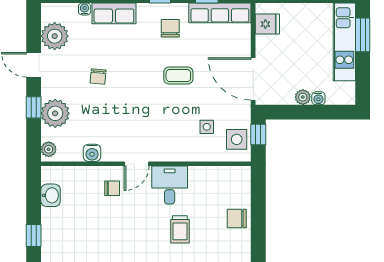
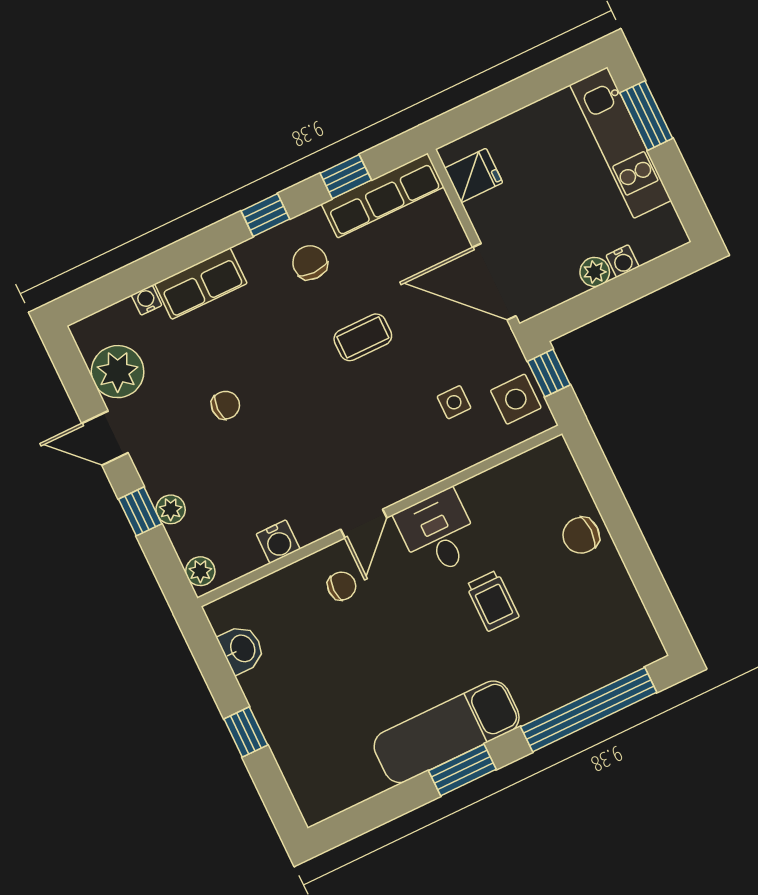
chair: (98, 76) -> (225, 405), turned -95
plant: (55, 113) -> (171, 509), width x0.53, depth x0.53

